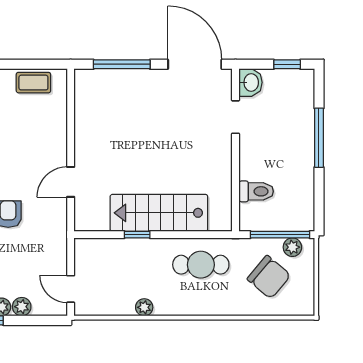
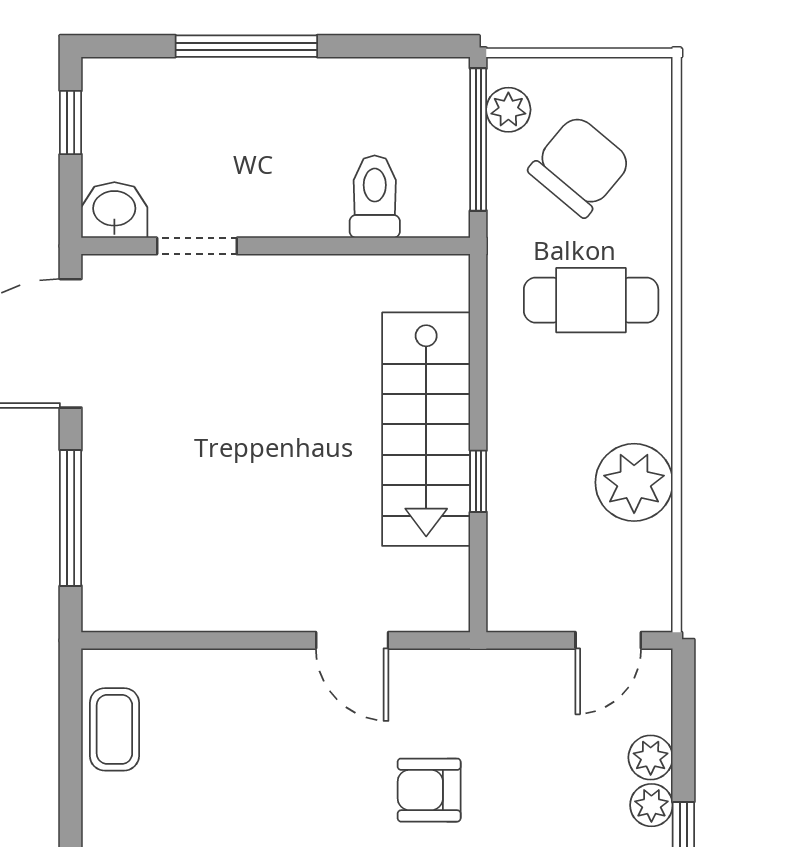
cafe table: (201, 265) -> (591, 300), moved, turned 90
plant: (144, 307) -> (634, 482), width x1.88, depth x1.88

